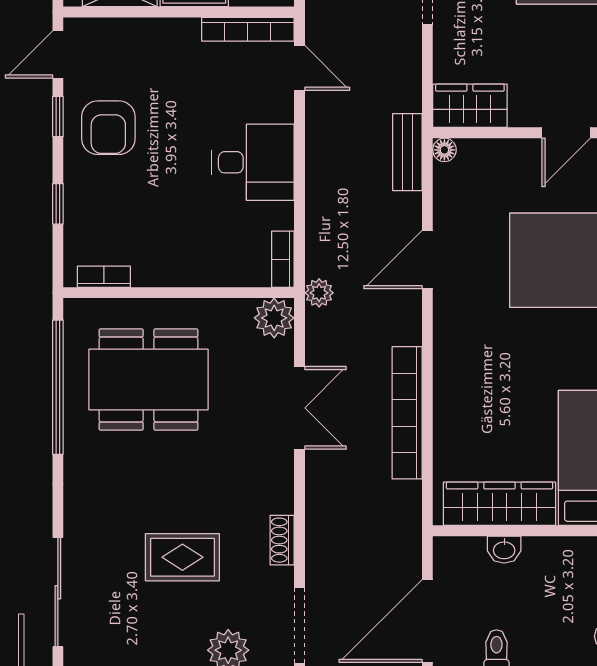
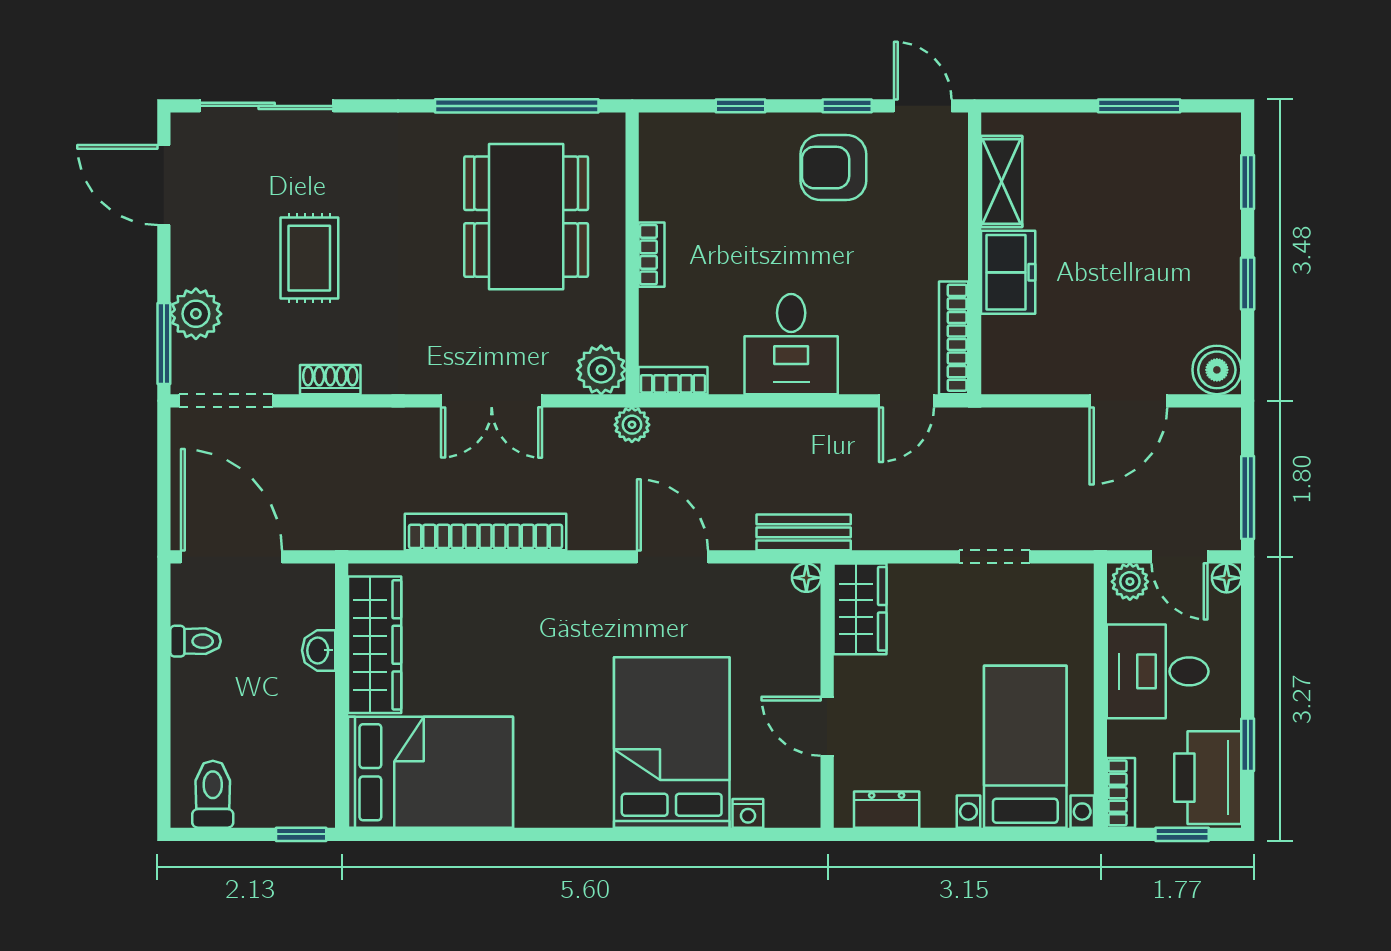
bookcase: (104, 277) -> (652, 255), moved

